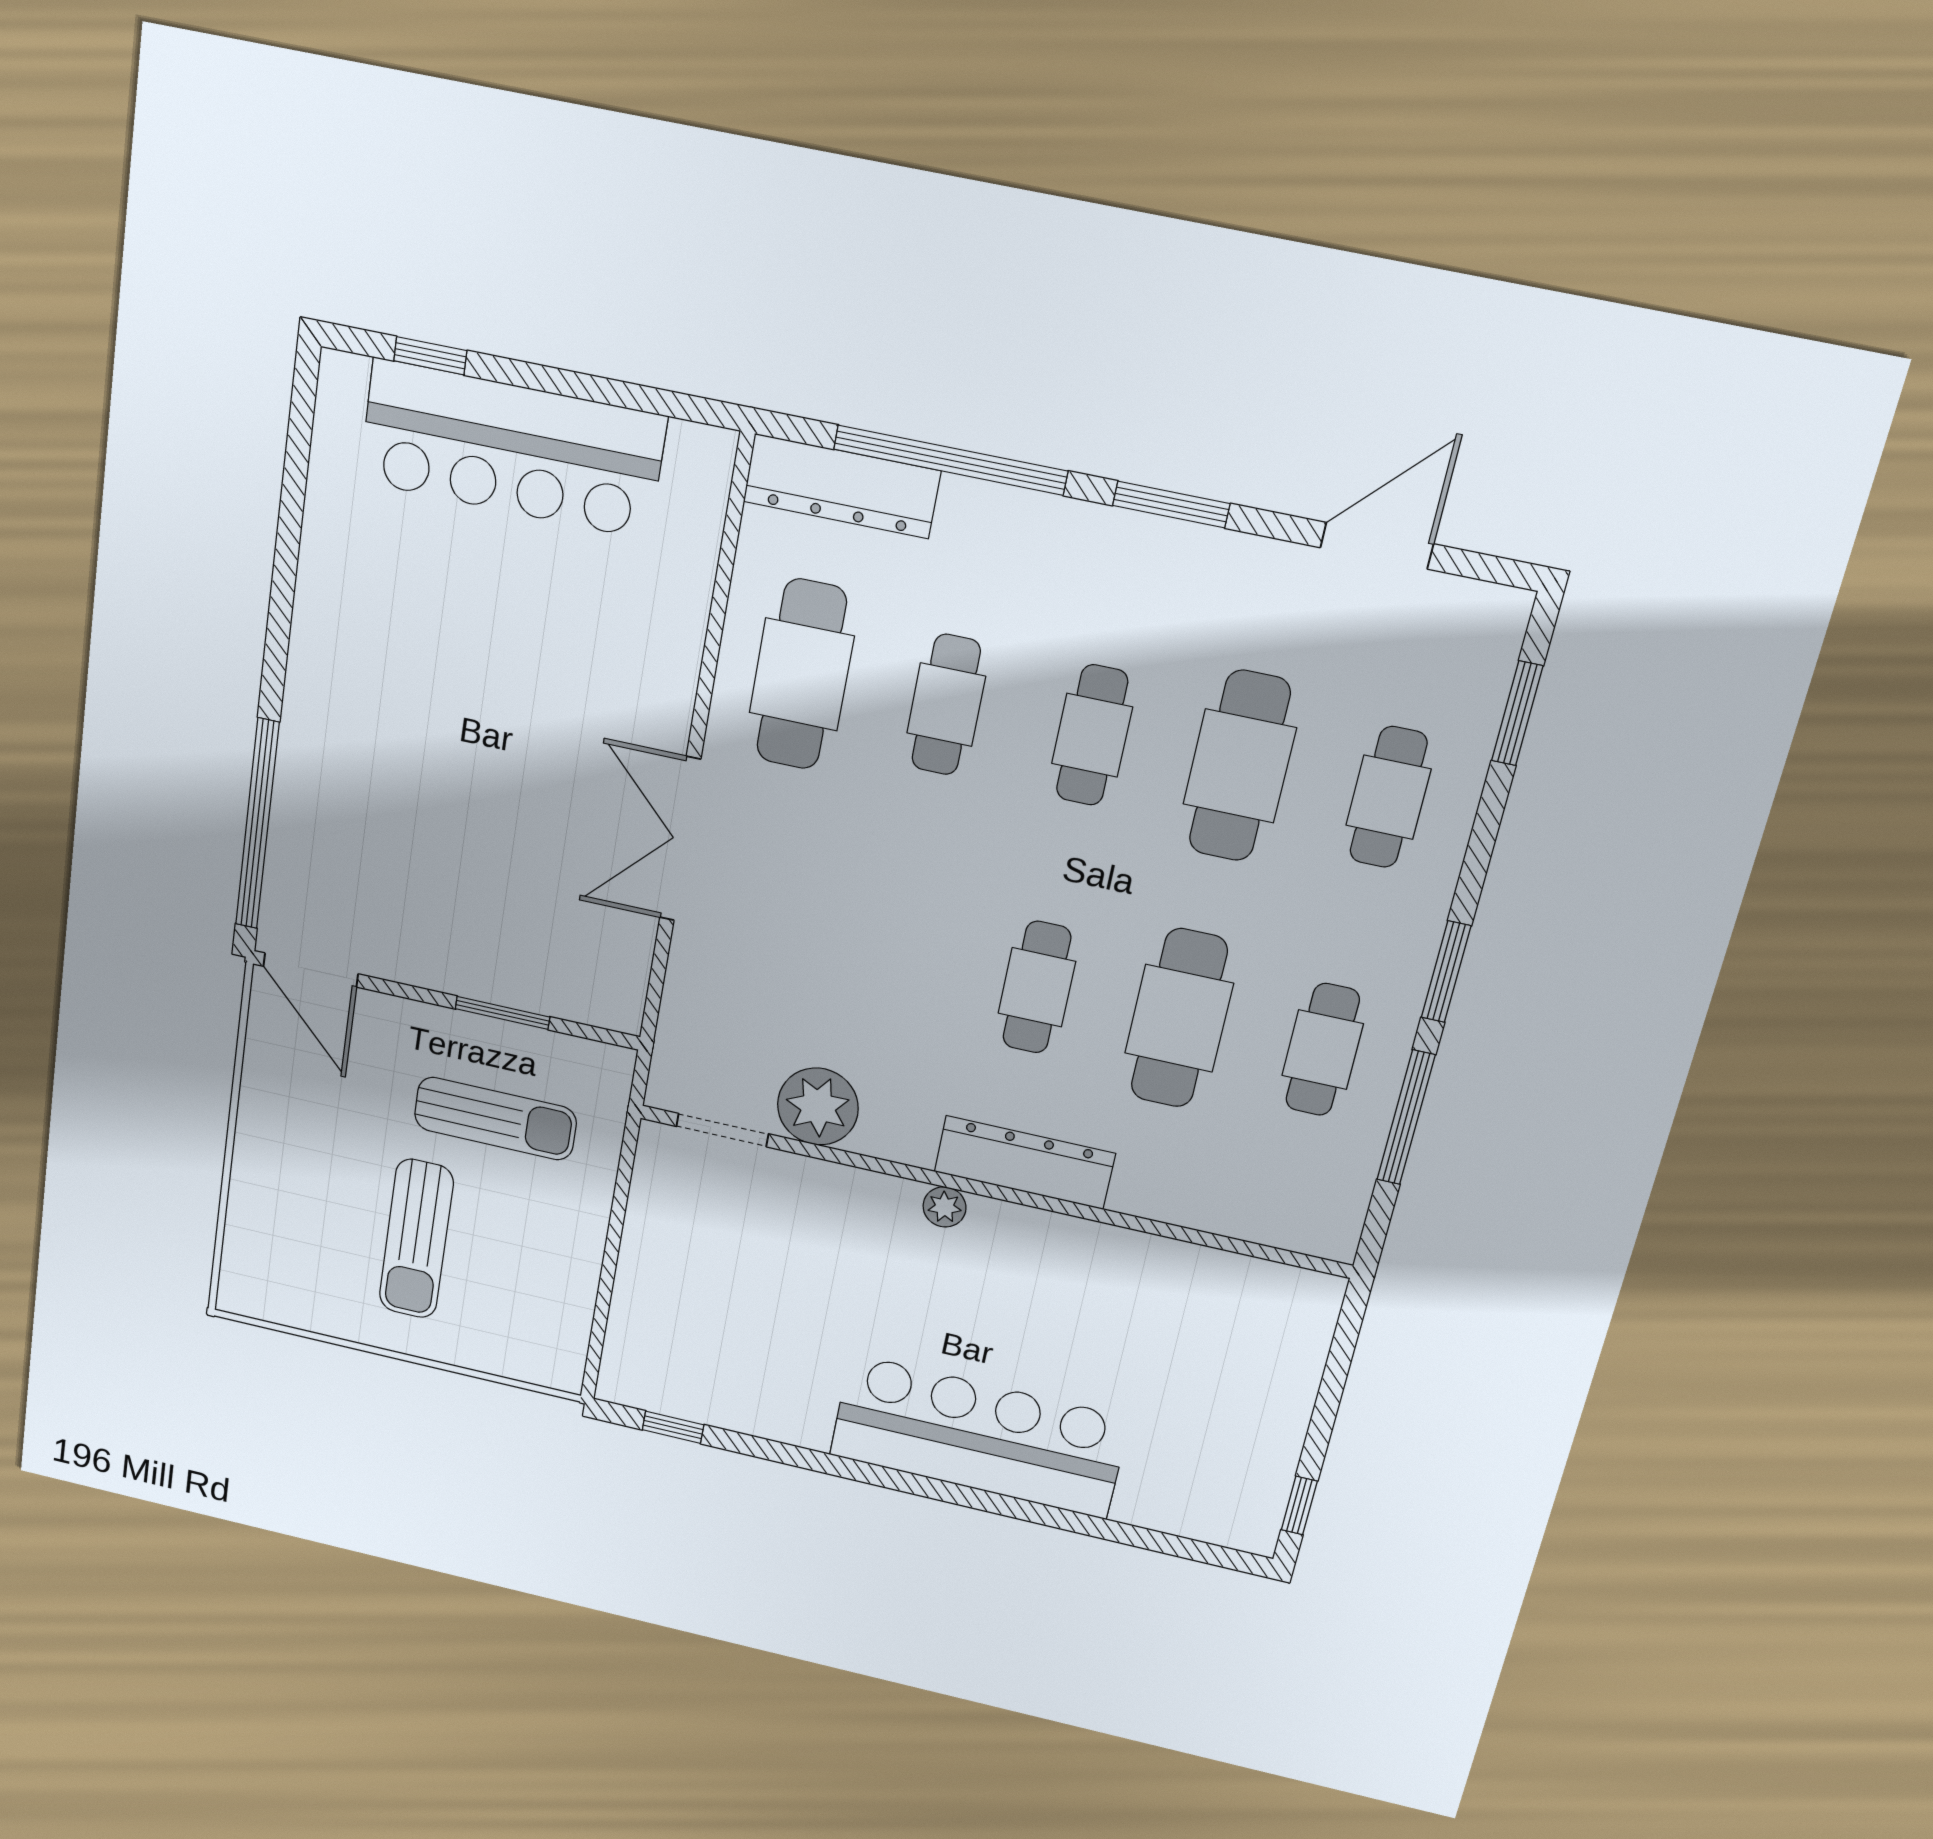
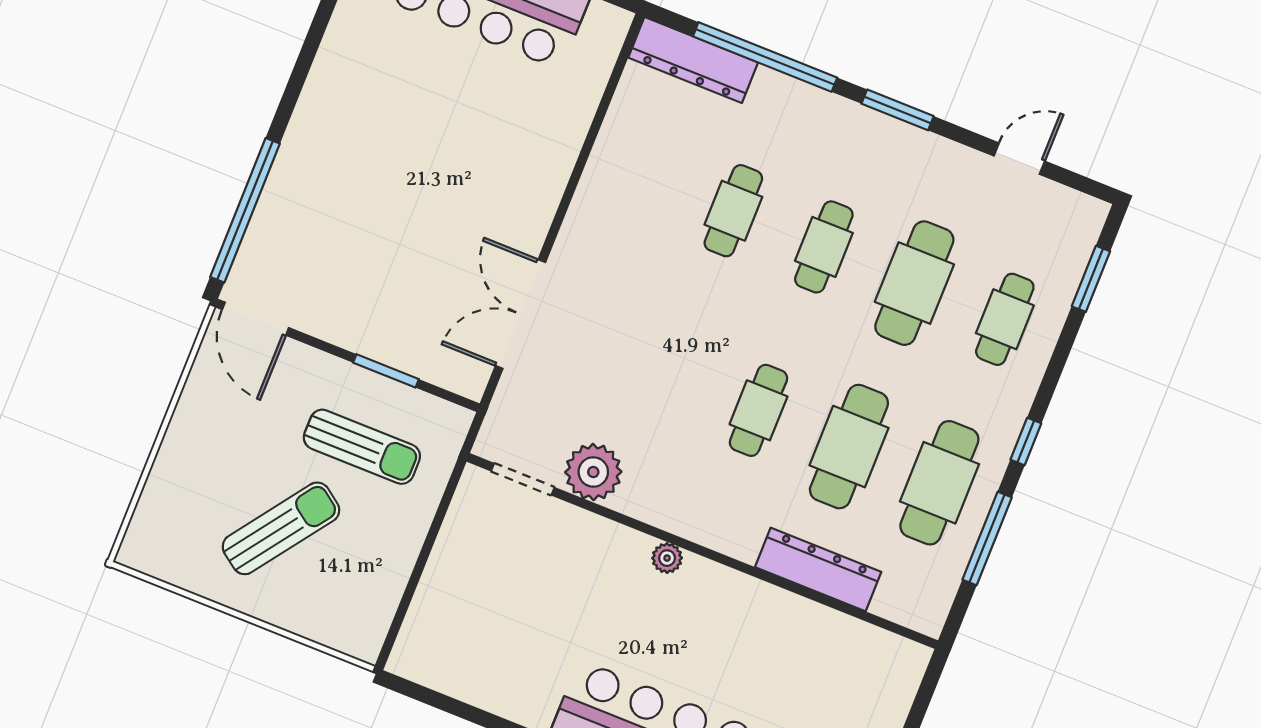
door: (1377, 546) -> (1019, 159), width x0.73
cafe table: (801, 674) -> (643, 175), removed
double door: (680, 839) -> (520, 314), moved
window: (1446, 972) -> (1026, 441), width x0.67
cafe table: (1323, 1050) -> (939, 483), width x1.37, depth x1.35
dresser: (1025, 1163) -> (818, 570), moved
sun lounger: (416, 1239) -> (281, 528), turned -144
window: (673, 1427) -> (437, 700), removed

